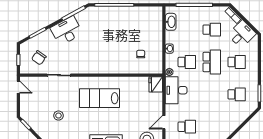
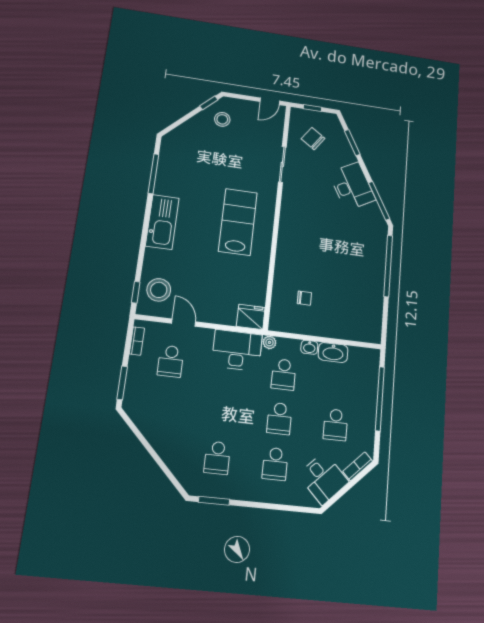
washbasin: (171, 22) -> (333, 353), moved
school desk: (212, 62) -> (279, 418), width x0.54
stool: (58, 116) -> (222, 119), moved

